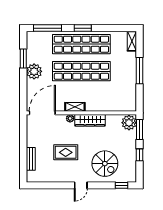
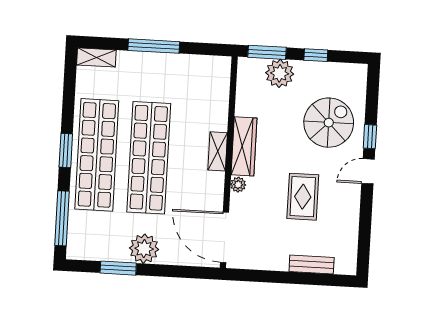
shelving: (75, 107) -> (218, 151), moved
plant: (129, 123) -> (280, 73), moved
door: (81, 185) -> (368, 171), swing flipped
window: (121, 185) -> (370, 137), moved

